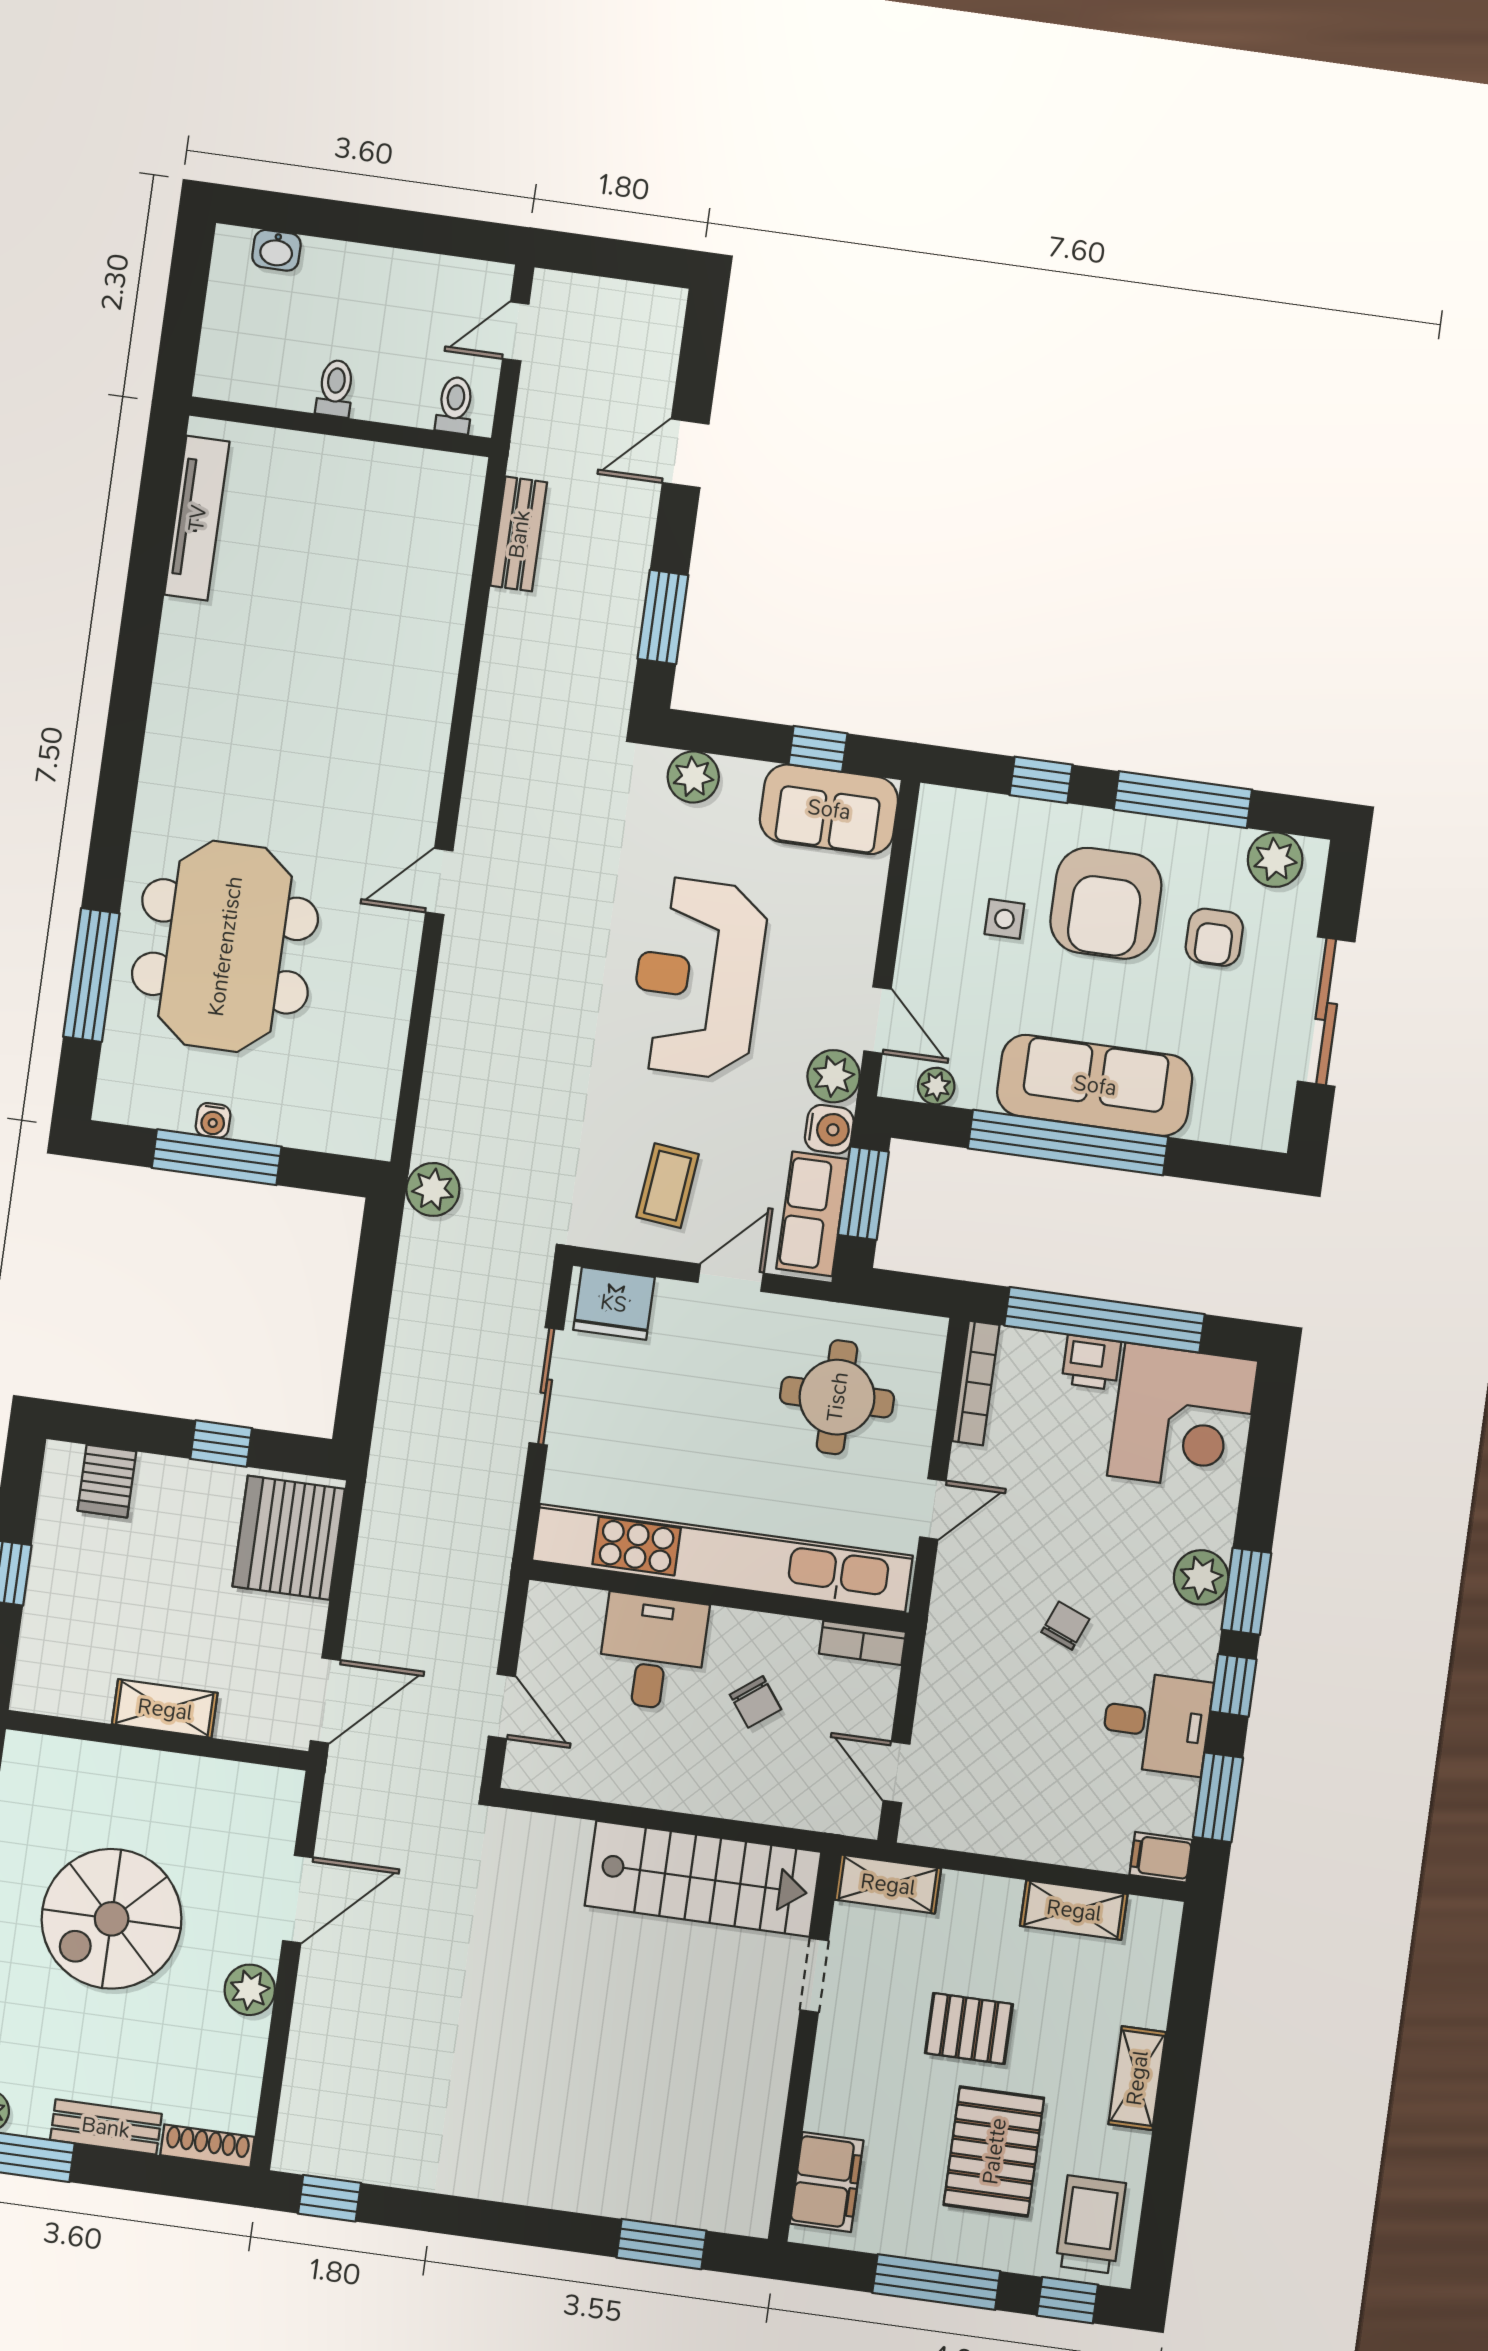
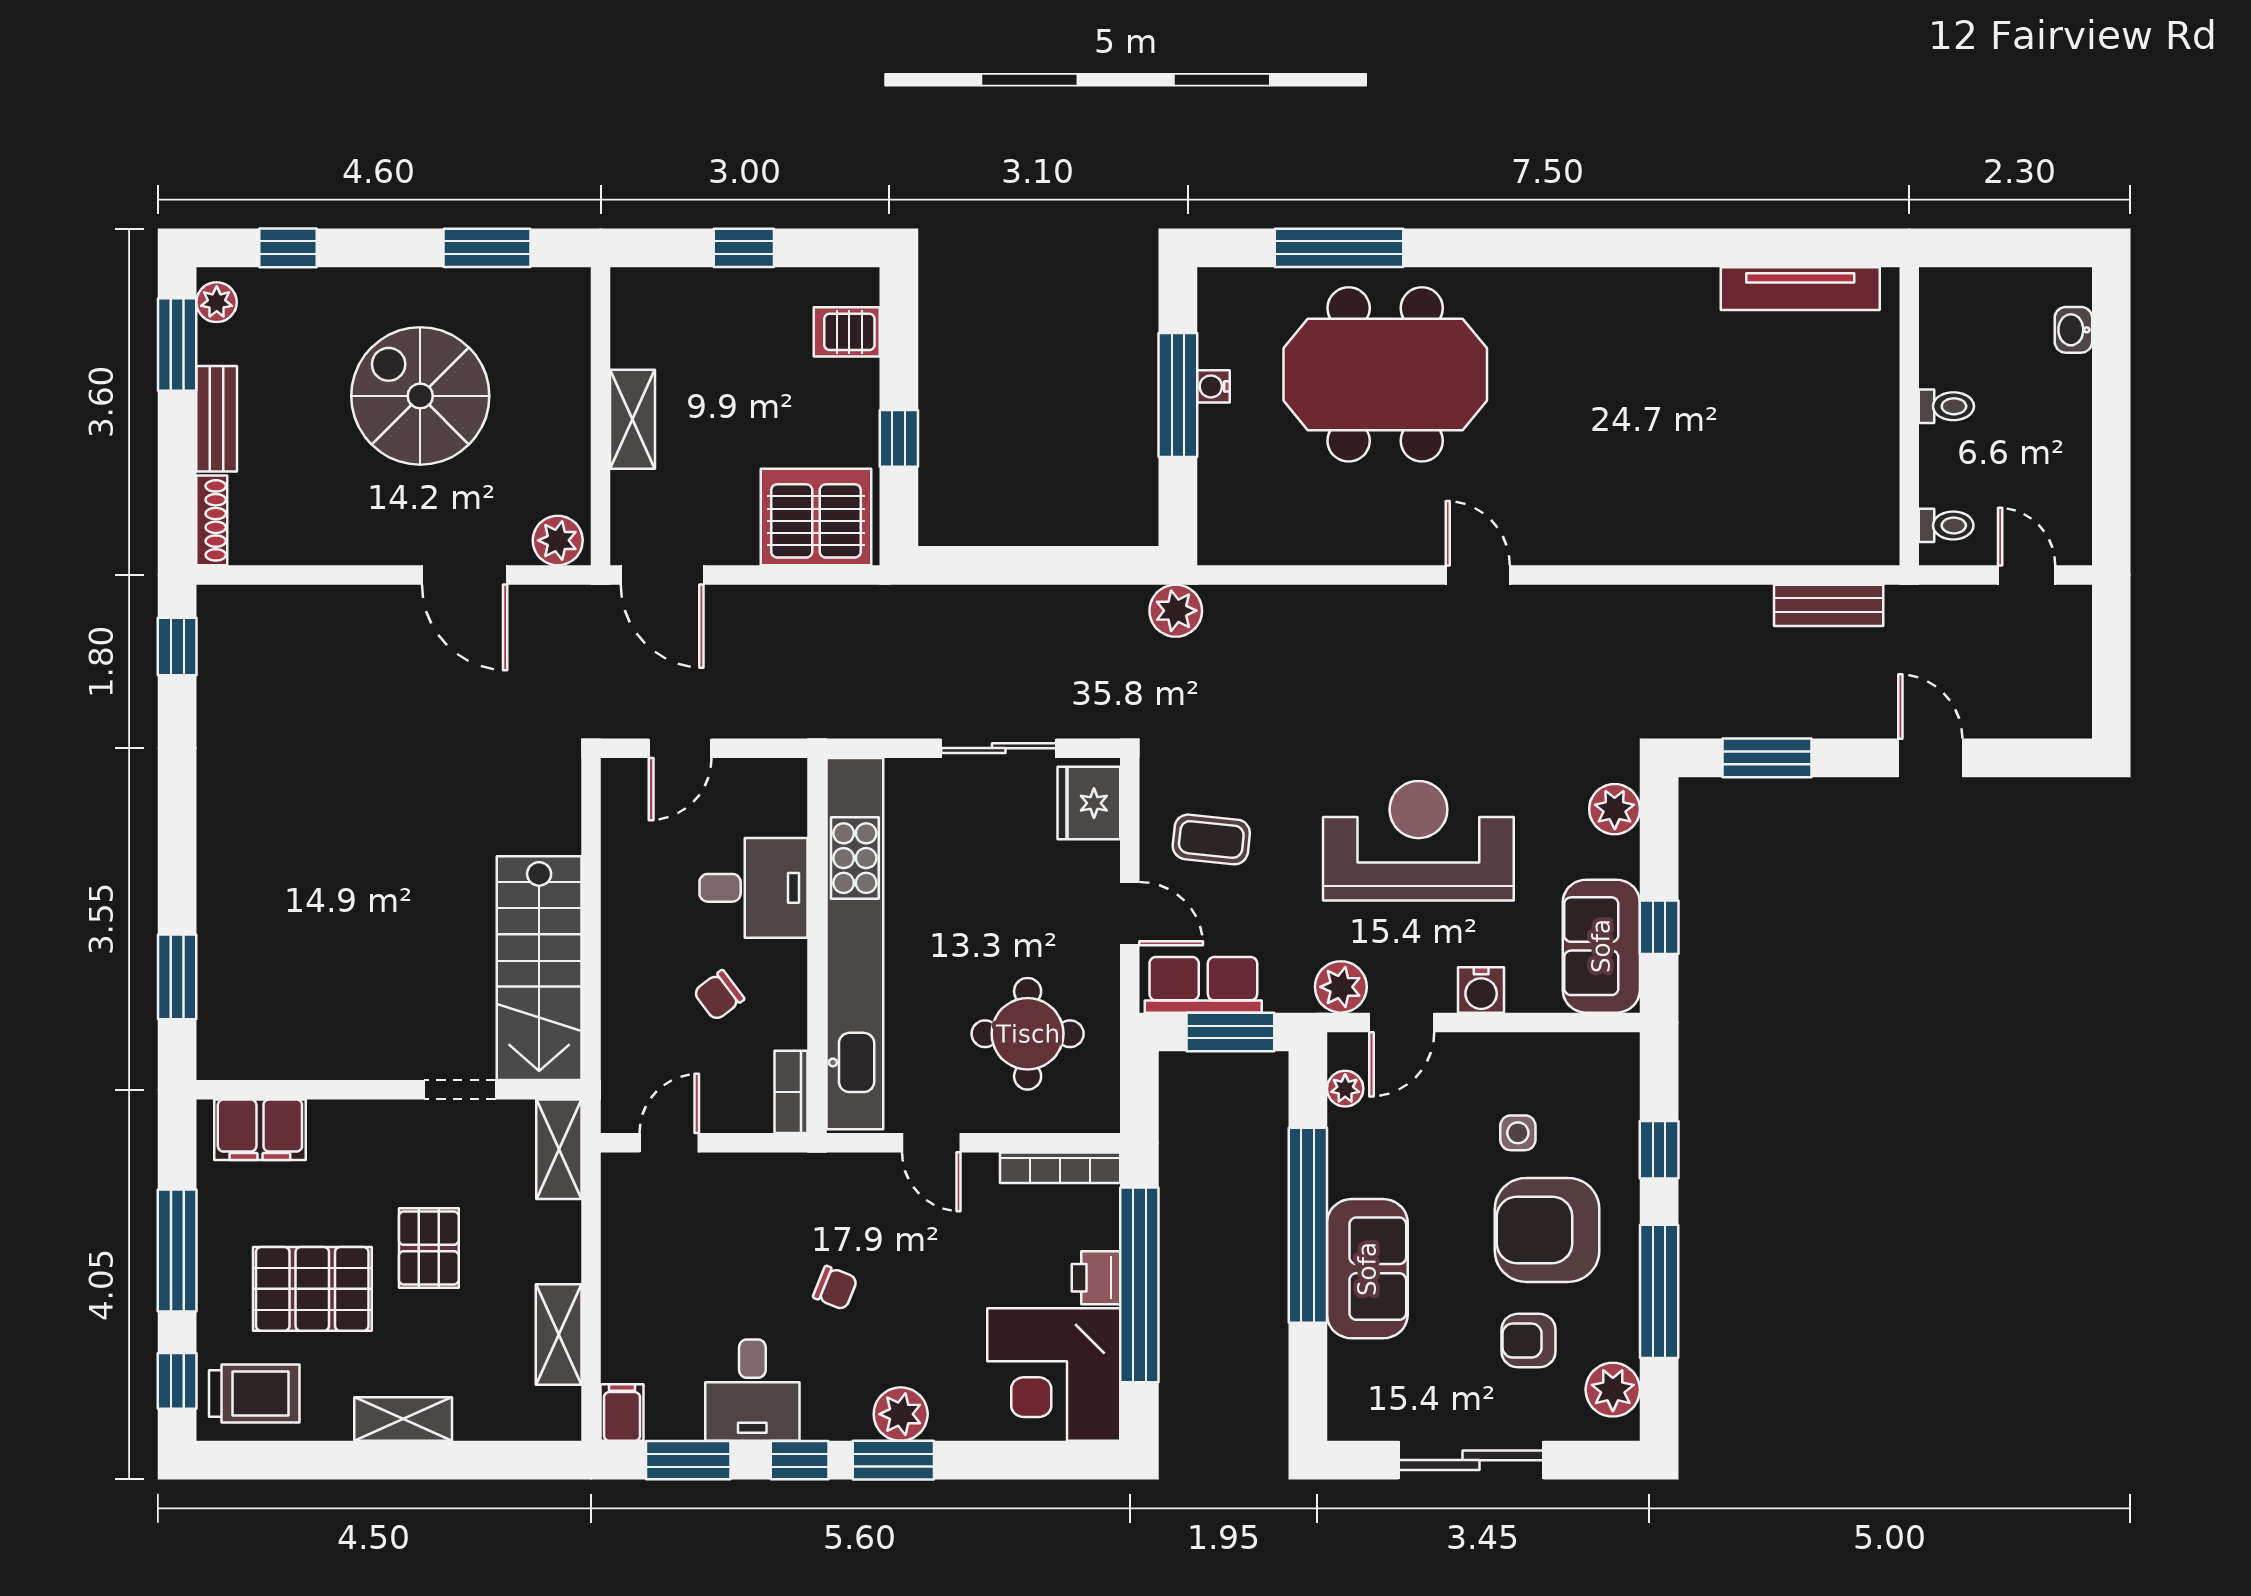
sofa: (1095, 1085) -> (1367, 1269), width x0.73
water cooler: (829, 1129) -> (1481, 990), moved
plant: (250, 1990) -> (558, 540), moved

